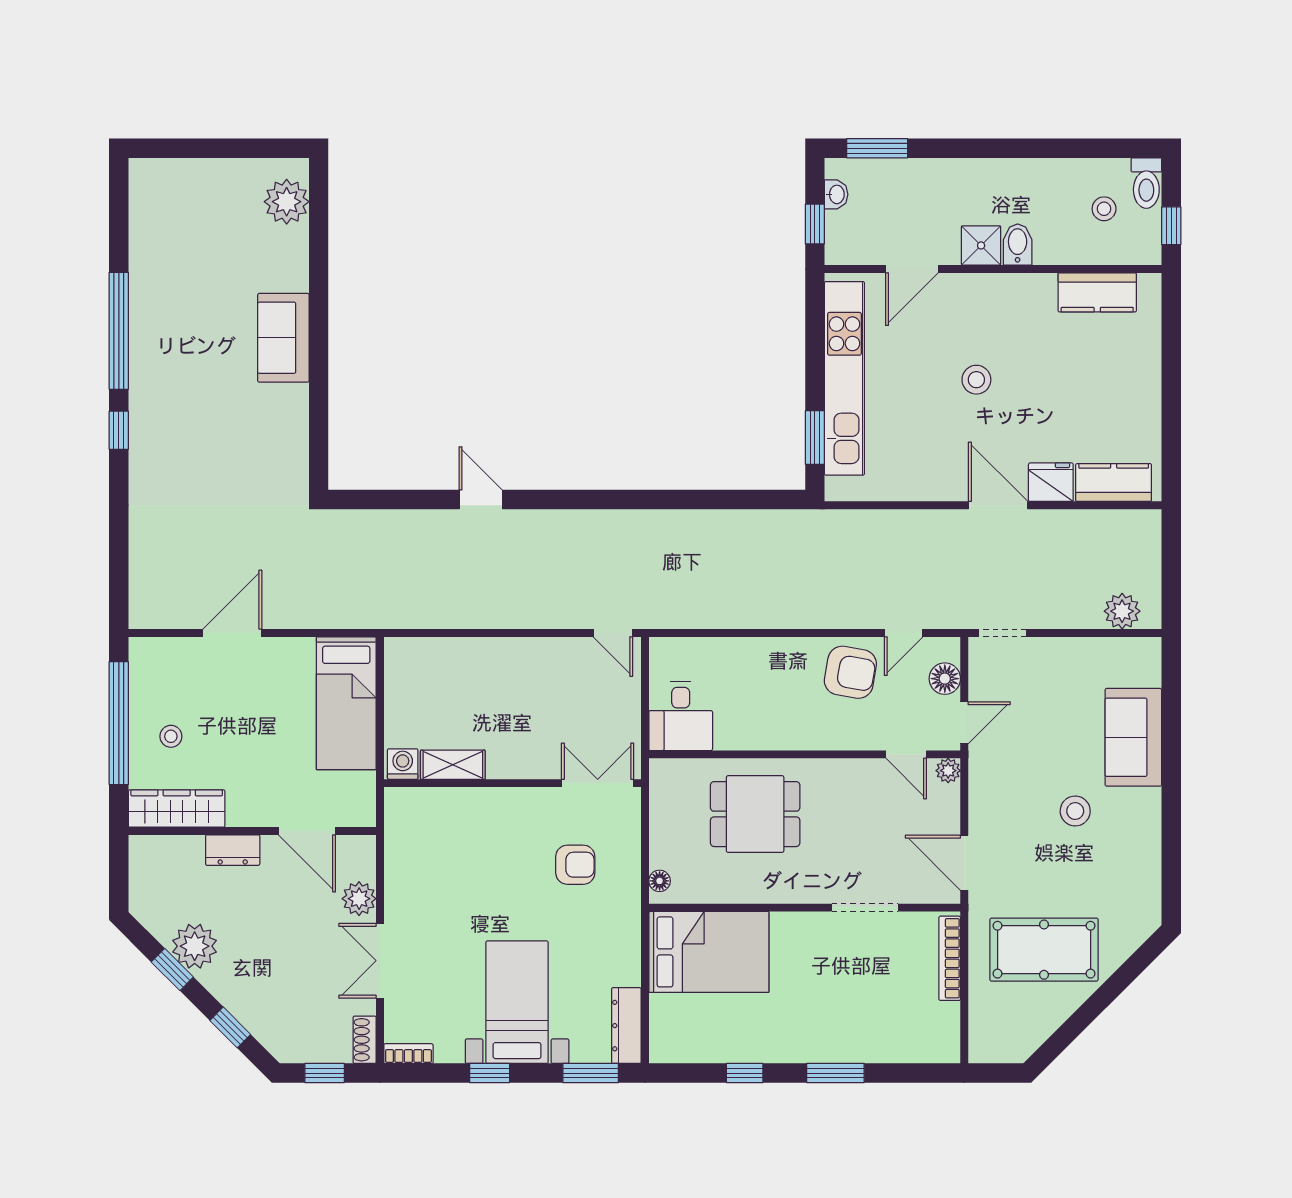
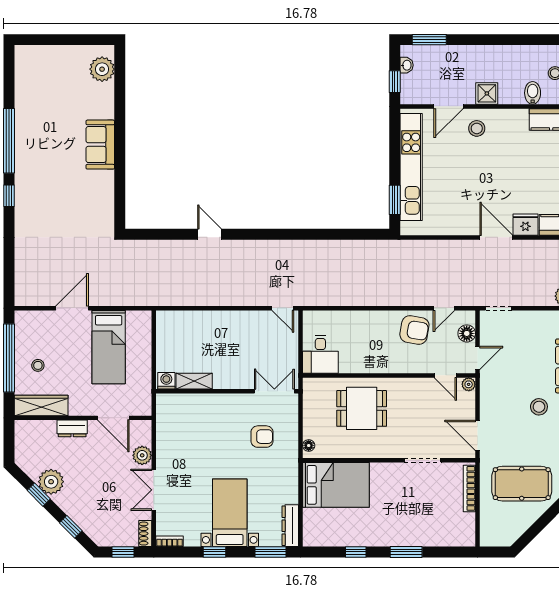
bidet: (1018, 245) -> (533, 93), moved
stool: (976, 380) -> (477, 128), moved
bed: (346, 703) -> (109, 347), moved

